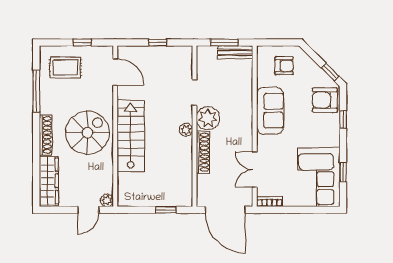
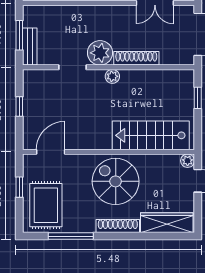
bench: (235, 52) -> (30, 47), moved
rug: (65, 68) -> (46, 205), width x1.36, depth x1.43
stairs: (131, 136) -> (151, 135), moved

